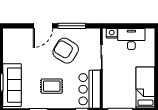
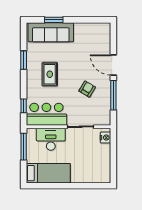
desk: (131, 39) -> (51, 139), moved, turned -90
armchair: (66, 51) -> (87, 89), width x0.53, depth x0.53

